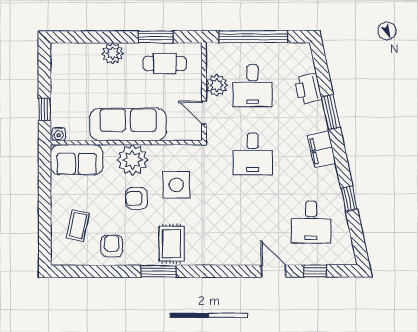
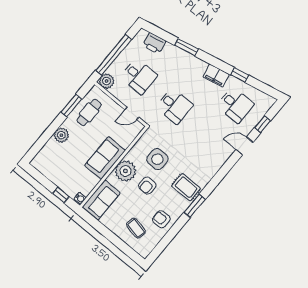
plant: (217, 85) -> (107, 81), moved
printer: (308, 89) -> (154, 43), moved
sofa: (128, 124) -> (105, 158), width x0.73
filing cabinet: (322, 150) -> (216, 76), moved

